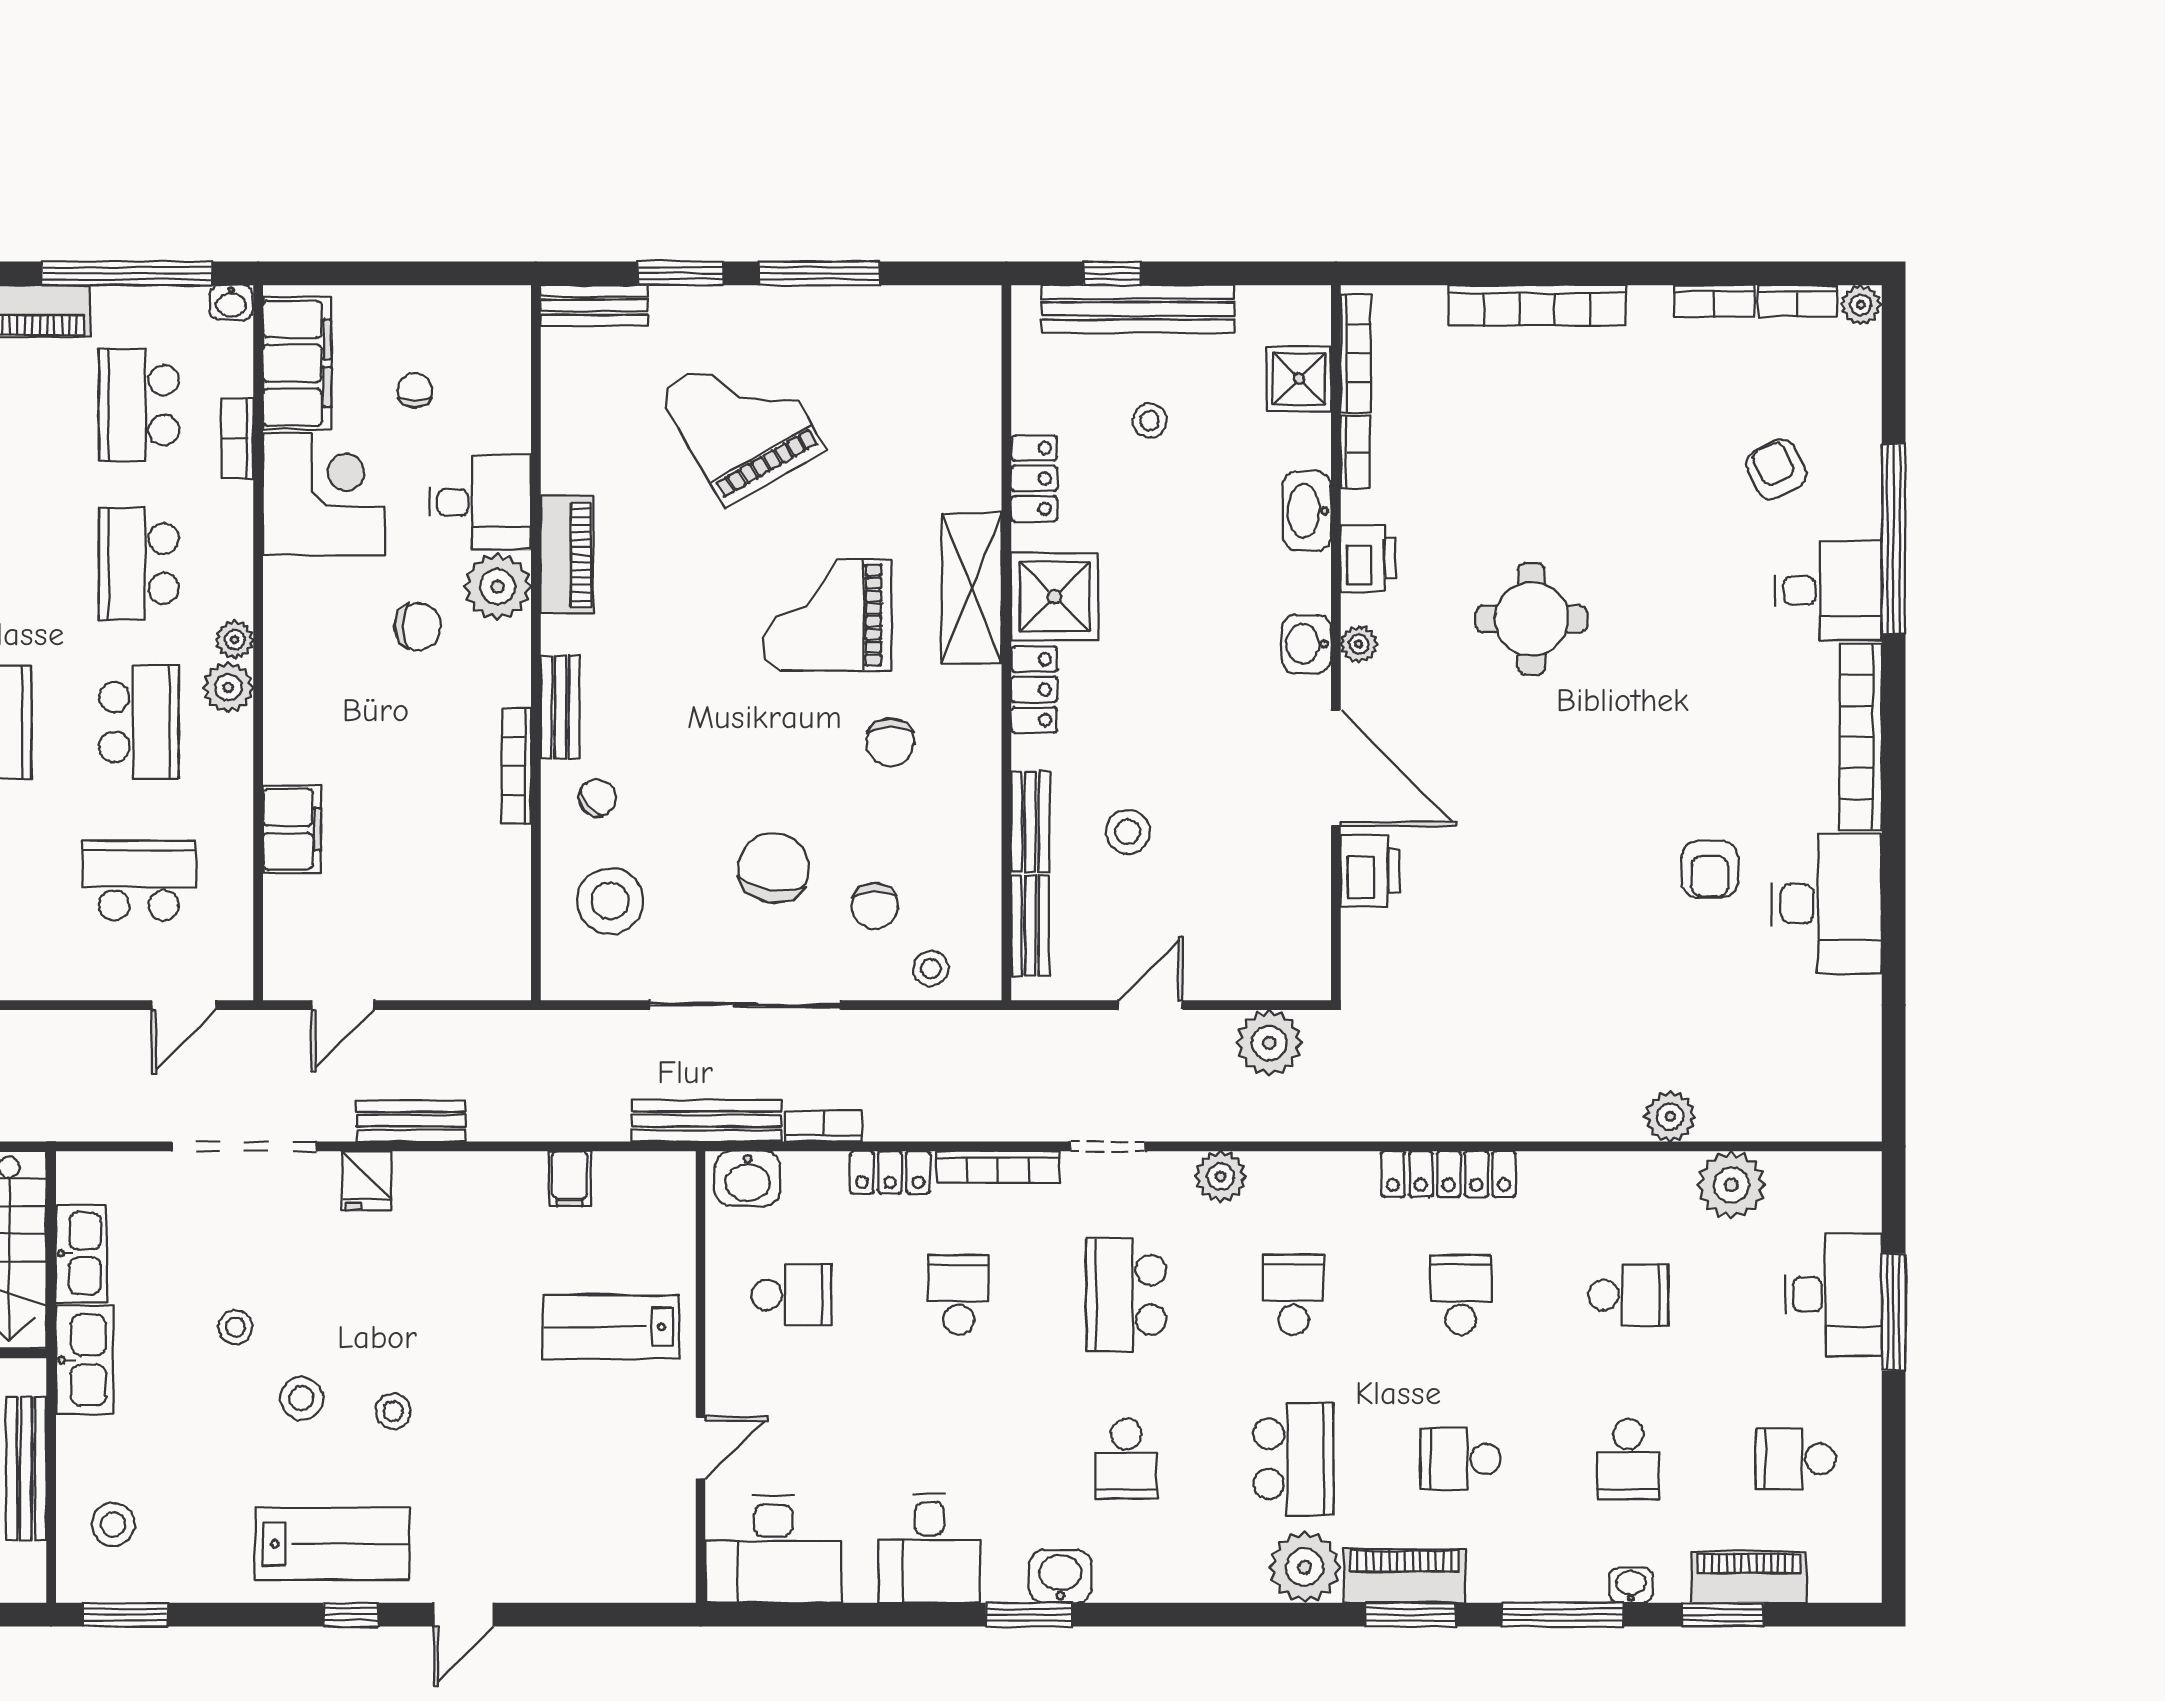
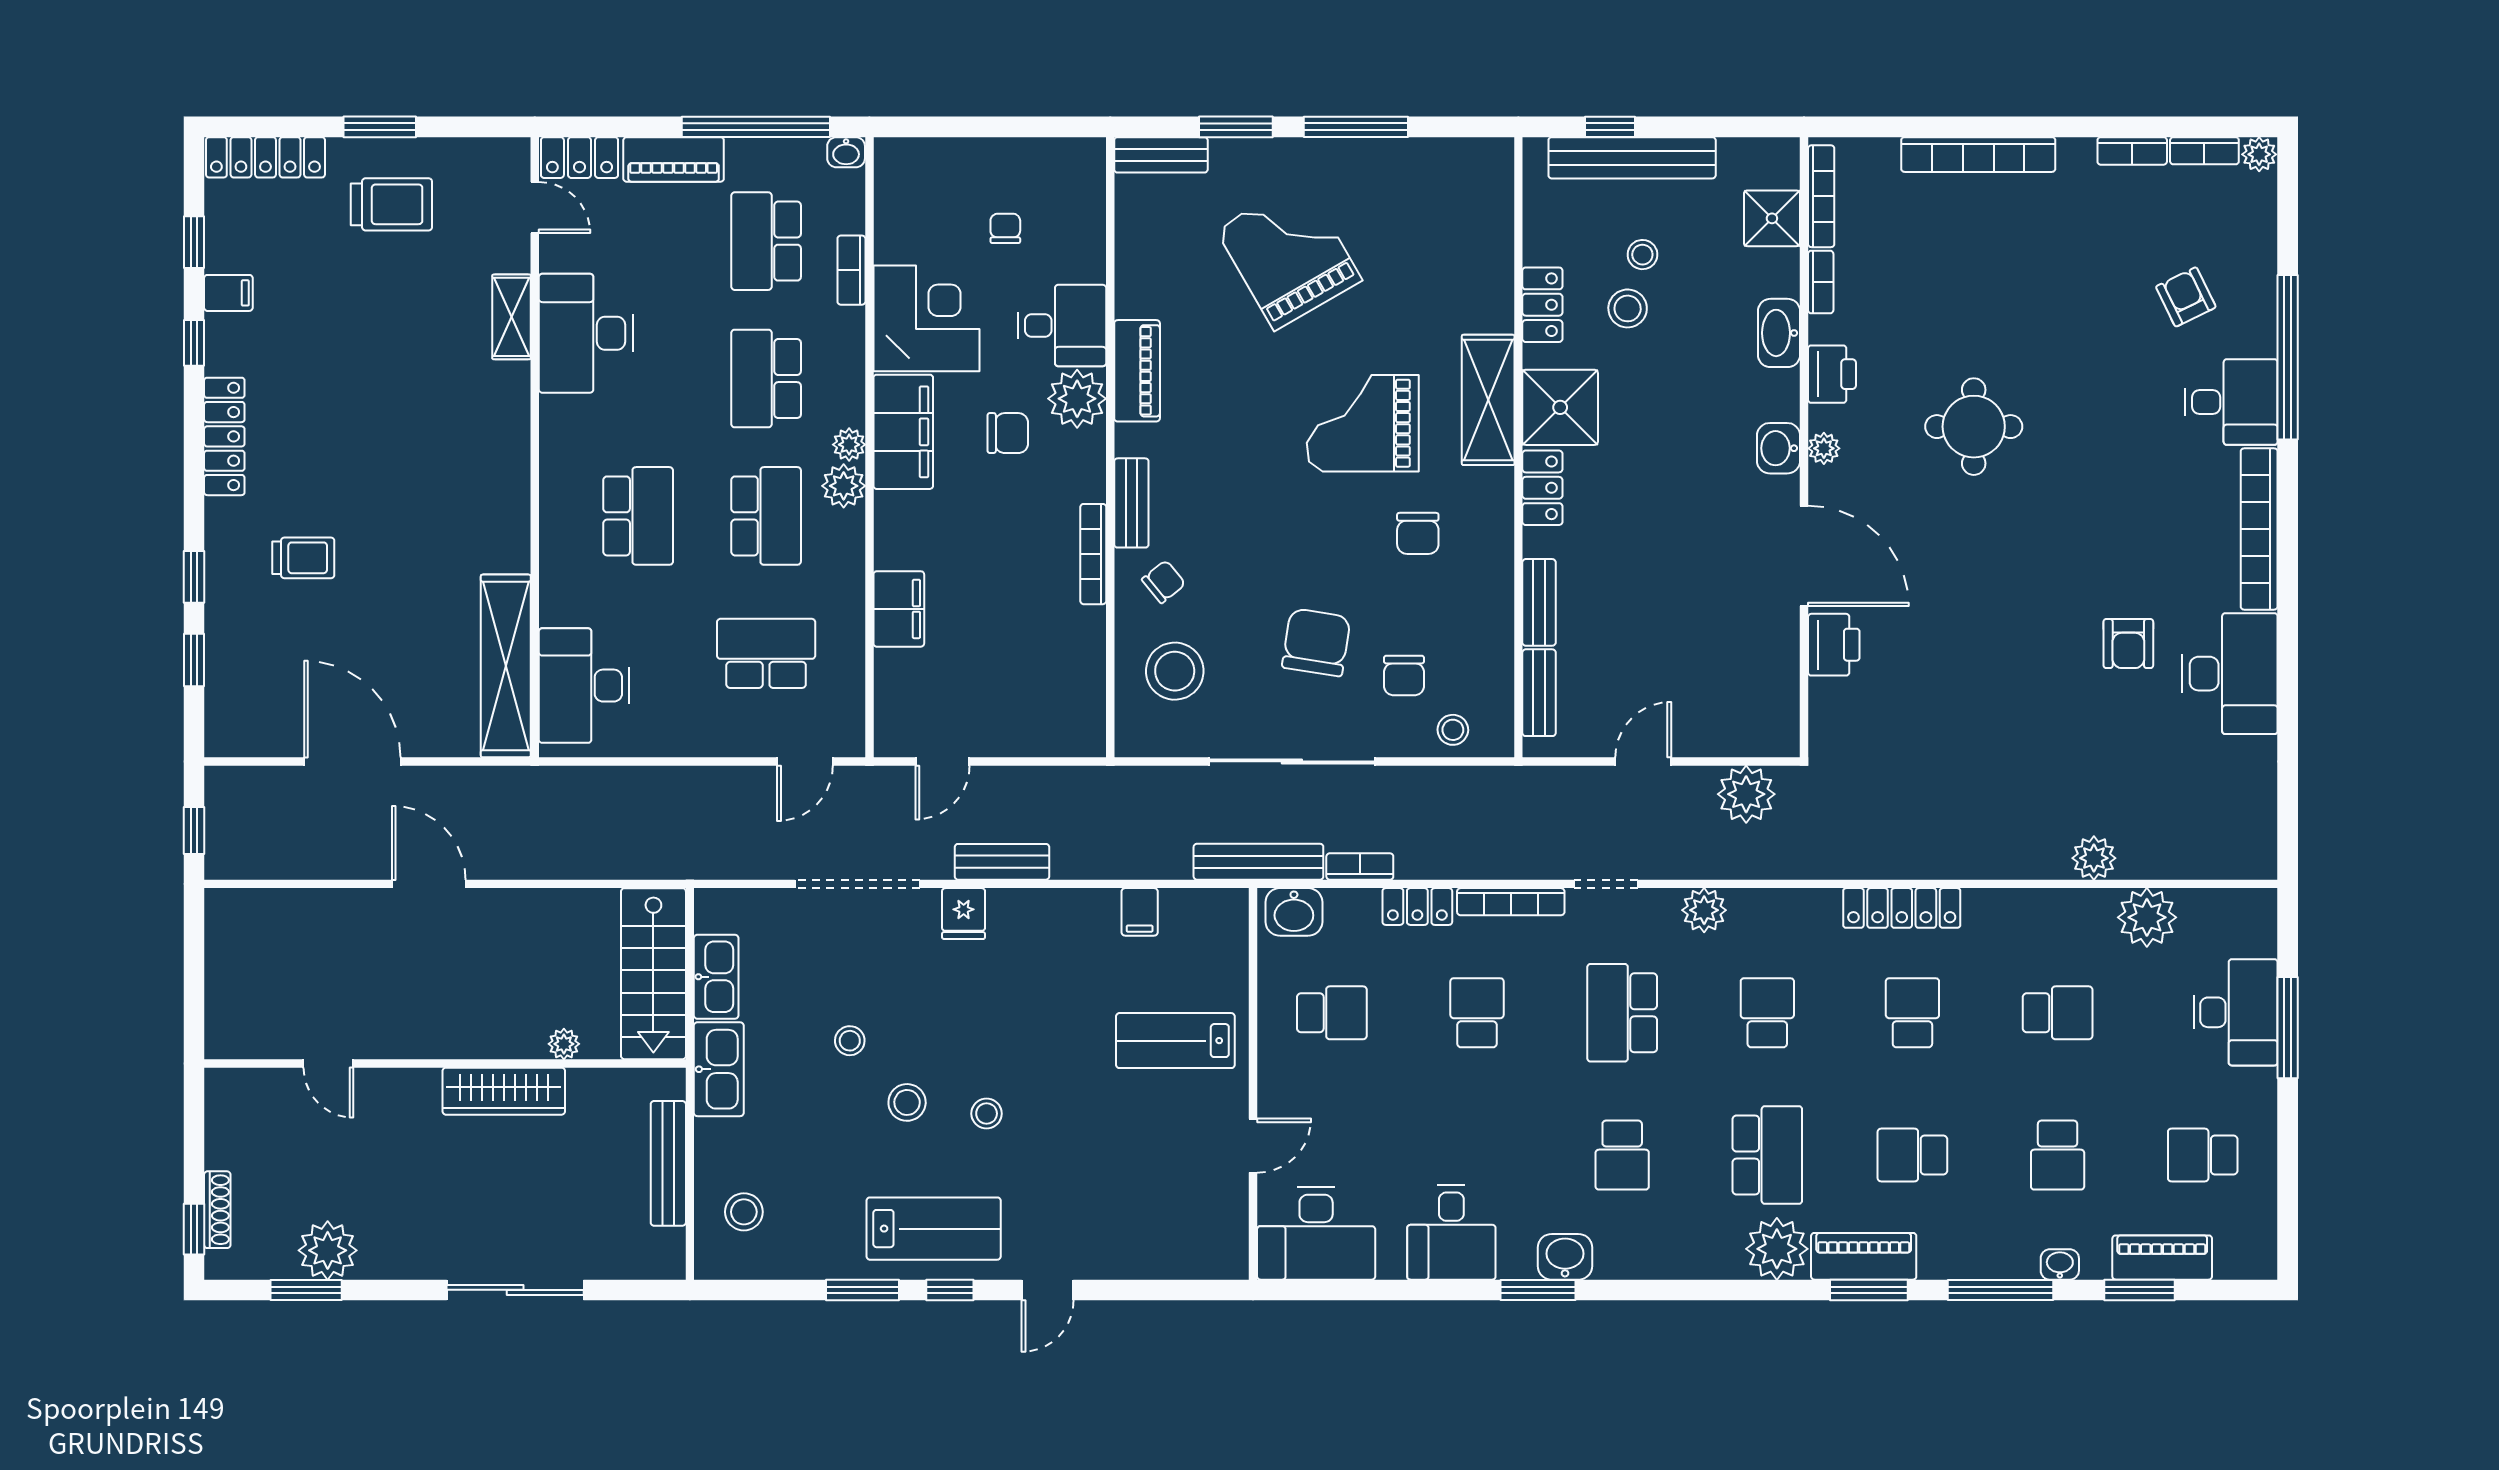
filing cabinet: (297, 363) -> (903, 432), moved
stool: (1128, 832) -> (1628, 308), moved
window: (125, 1615) -> (862, 1290), moved

